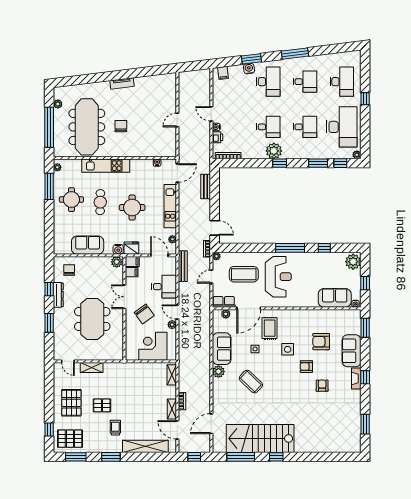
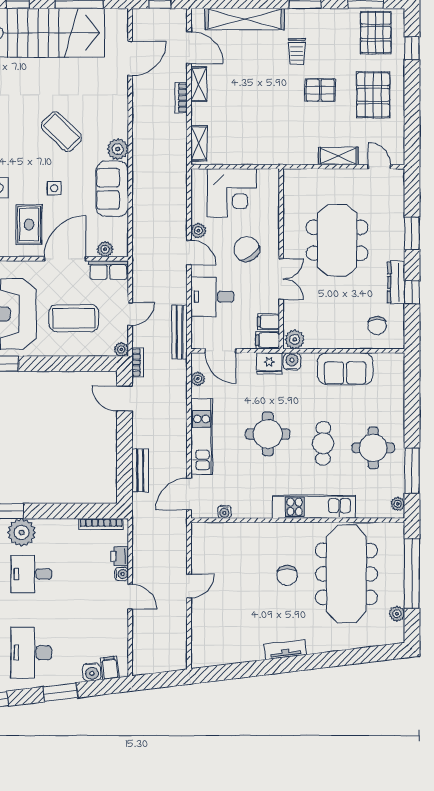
water cooler: (249, 69) -> (92, 672), moved
pallet: (70, 439) -> (376, 33), turned 90

